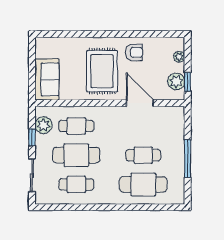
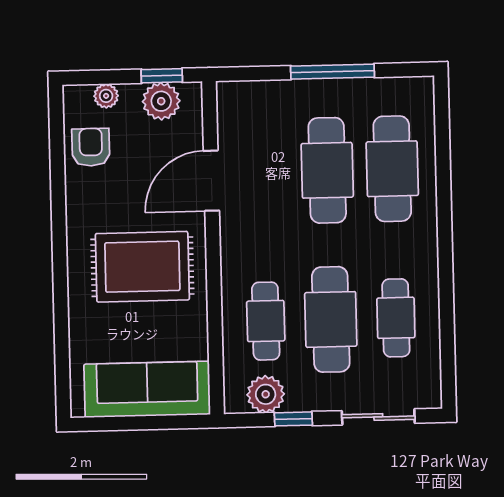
armchair: (134, 52) -> (91, 147), moved
sofa: (47, 79) -> (147, 389), width x1.36
cafe table: (143, 155) -> (327, 170), width x1.37, depth x1.35

